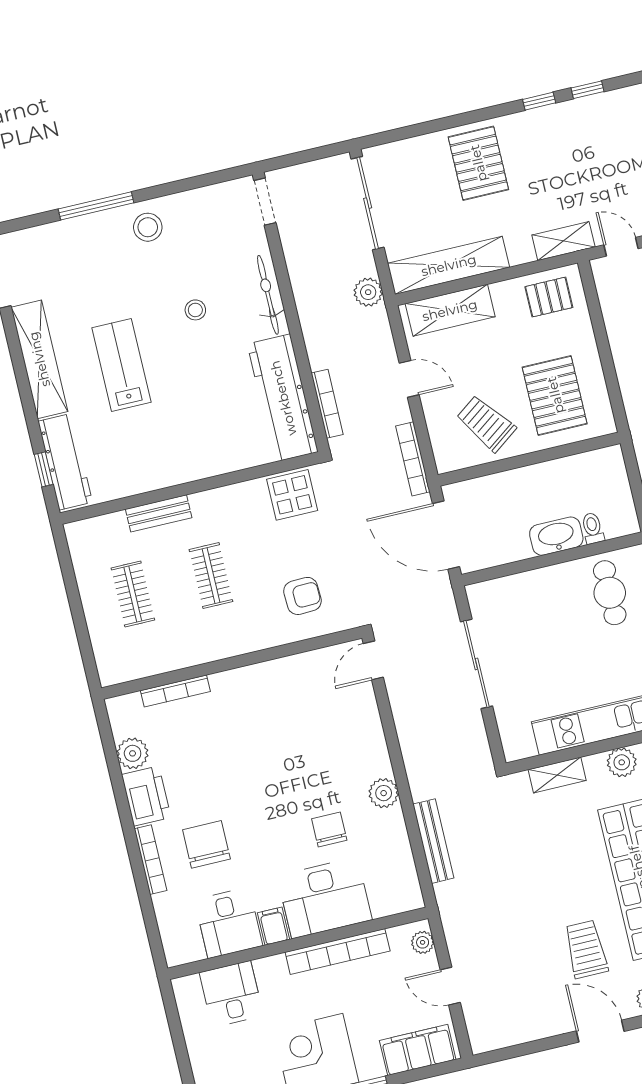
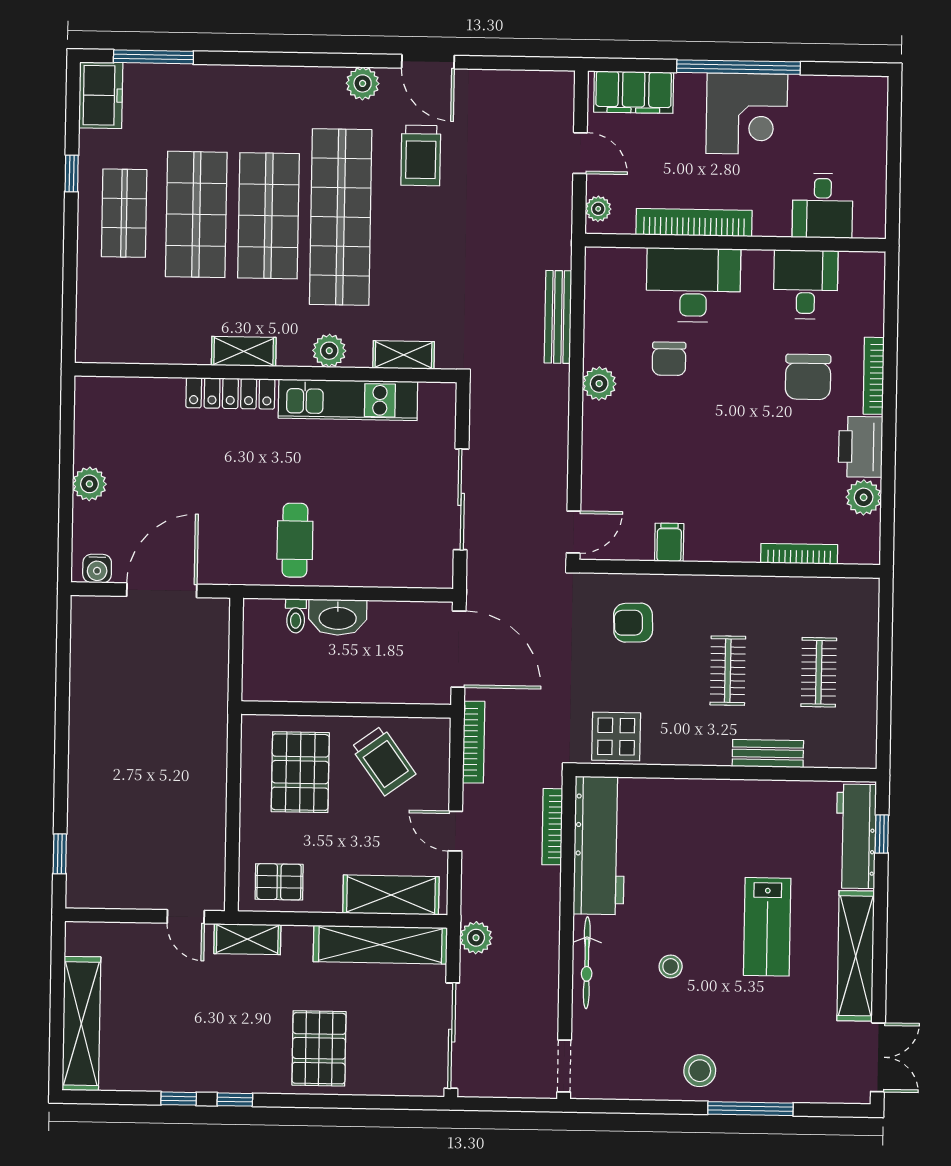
filing cabinet: (273, 926) -> (669, 542), moved, turned 180

